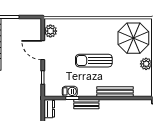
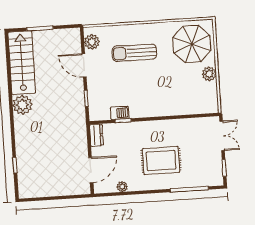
sun lounger: (94, 61) -> (134, 53), moved
bench: (115, 92) -> (174, 110), removed
bench: (86, 104) -> (141, 127), removed

